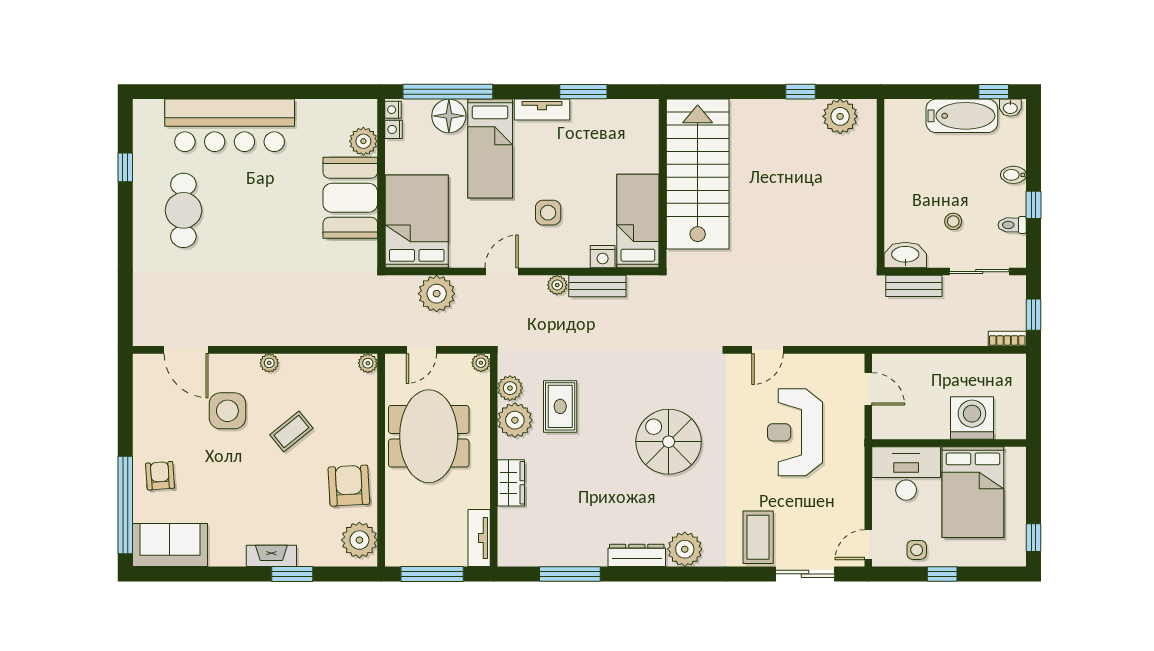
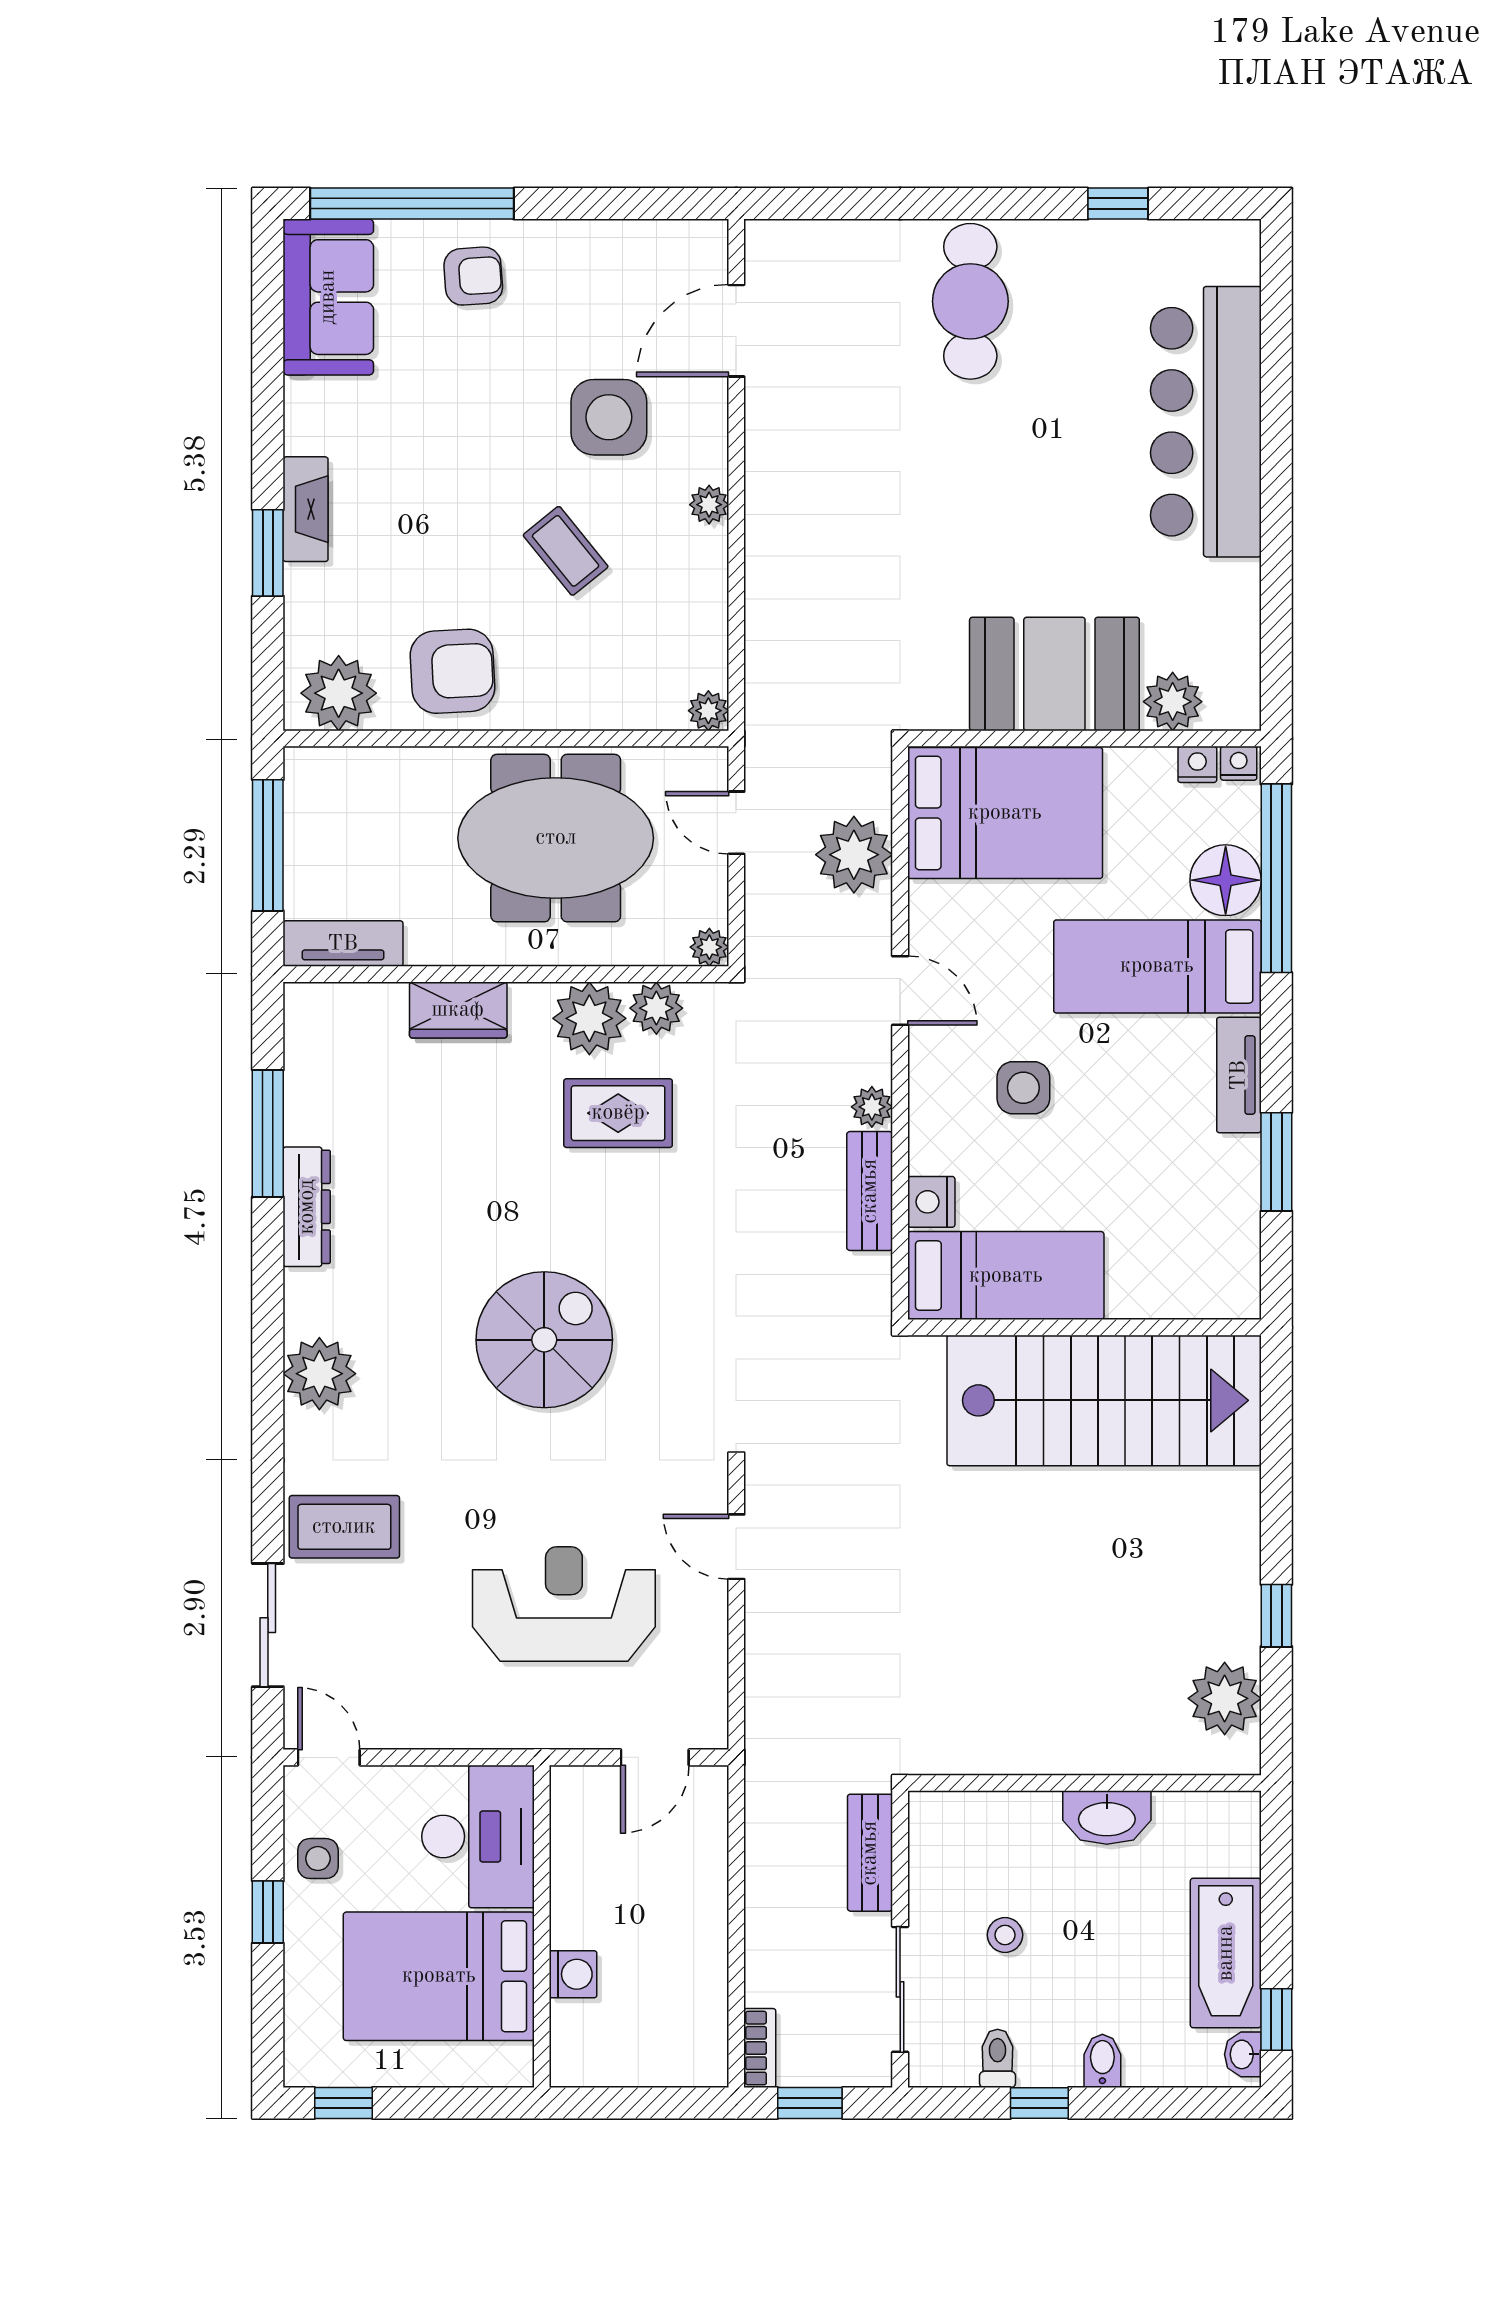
cafe table: (183, 210) -> (970, 301), moved, turned 90
washbasin: (905, 255) -> (1107, 1818), moved, turned 90
washing machine: (972, 418) -> (573, 1974), width x0.53, depth x0.53
dresser: (637, 555) -> (307, 1207), moved

